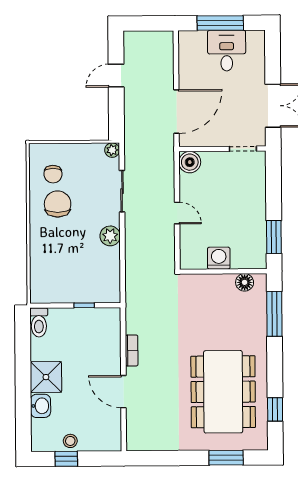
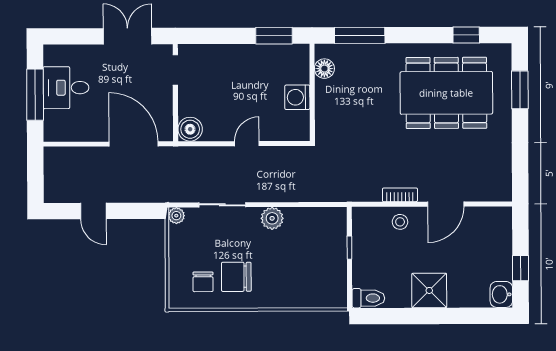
chair: (53, 174) -> (203, 282), turned 90
washbasin: (41, 406) -> (501, 294), moved, turned -90
stool: (70, 441) -> (400, 222), moved

